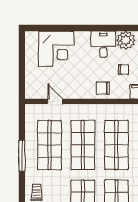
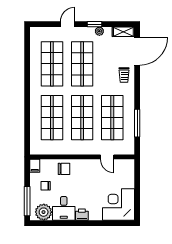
printer: (83, 37) -> (82, 215), added
corner desk: (56, 49) -> (118, 204), moved
window: (22, 156) -> (137, 123), moved

